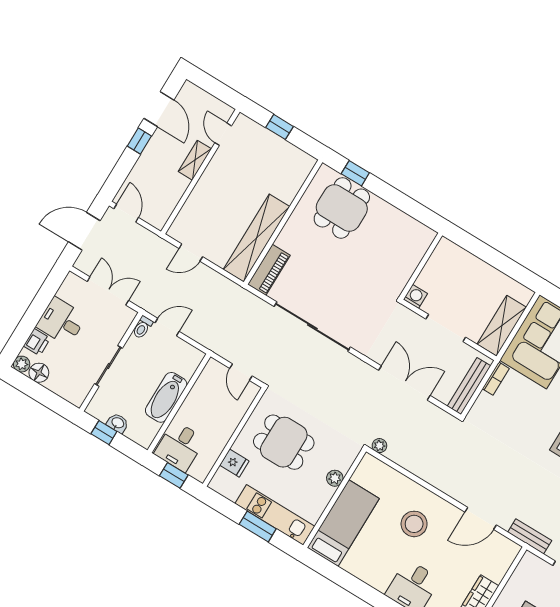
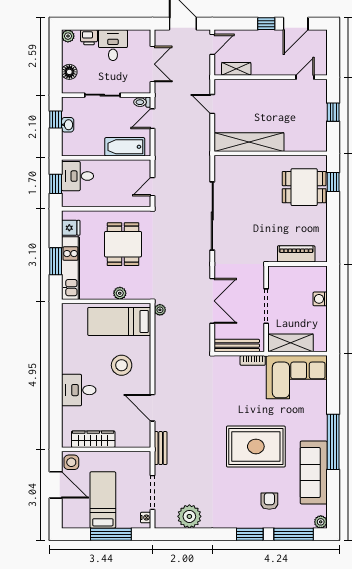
shelving: (195, 160) -> (236, 69), moved
piano: (269, 270) -> (296, 254), moved, turned 180
washing machine: (415, 296) -> (320, 299), moved, turned 180
door: (167, 327) -> (153, 119), swing flipped
floor lamp: (39, 373) -> (69, 72), moved
bathtub: (166, 397) -> (125, 147), moved
fridge: (234, 463) -> (71, 228), moved, turned -90
bed: (343, 523) -> (119, 321), moved, turned 180

